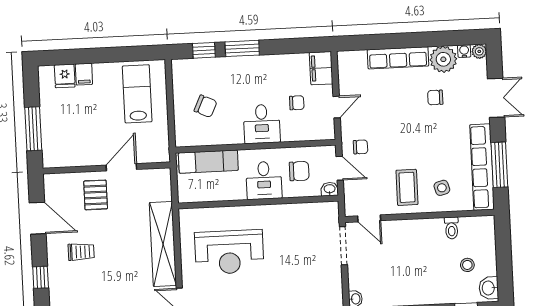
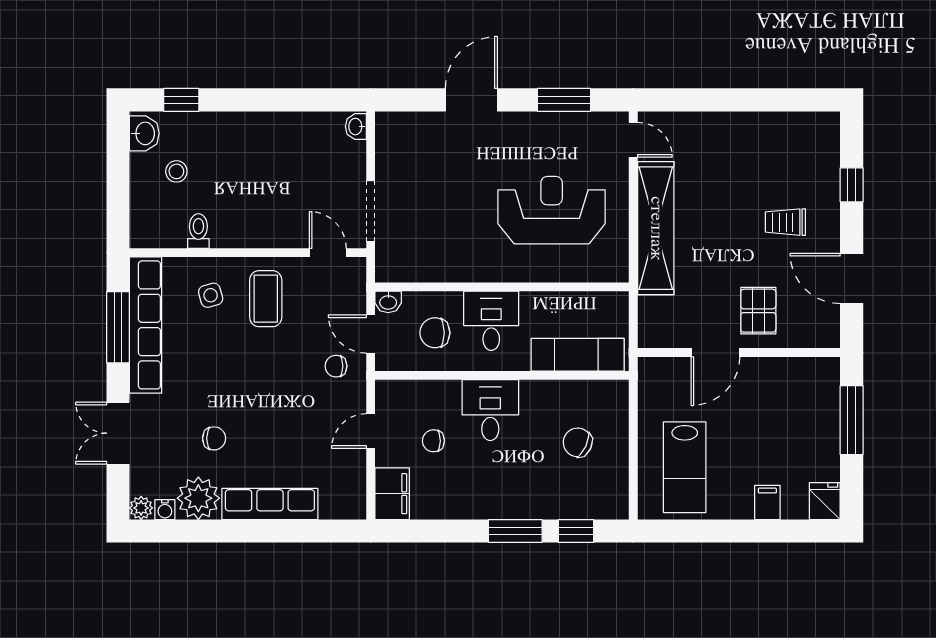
fridge: (65, 76) -> (825, 501), moved

